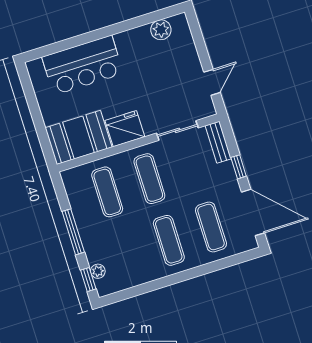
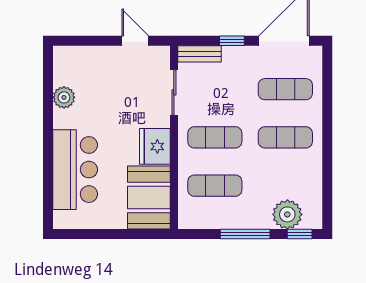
plant: (161, 30) -> (64, 97), moved
plant: (98, 271) -> (287, 214), width x1.88, depth x1.88

